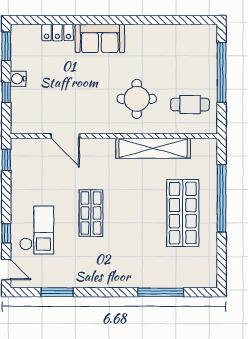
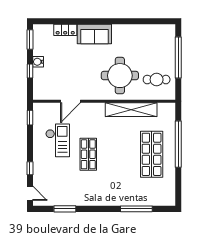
round table: (137, 99) -> (120, 76), width x1.36, depth x1.36
door: (65, 136) -> (71, 101), hinge flipped
checkout: (37, 230) -> (58, 140), moved

